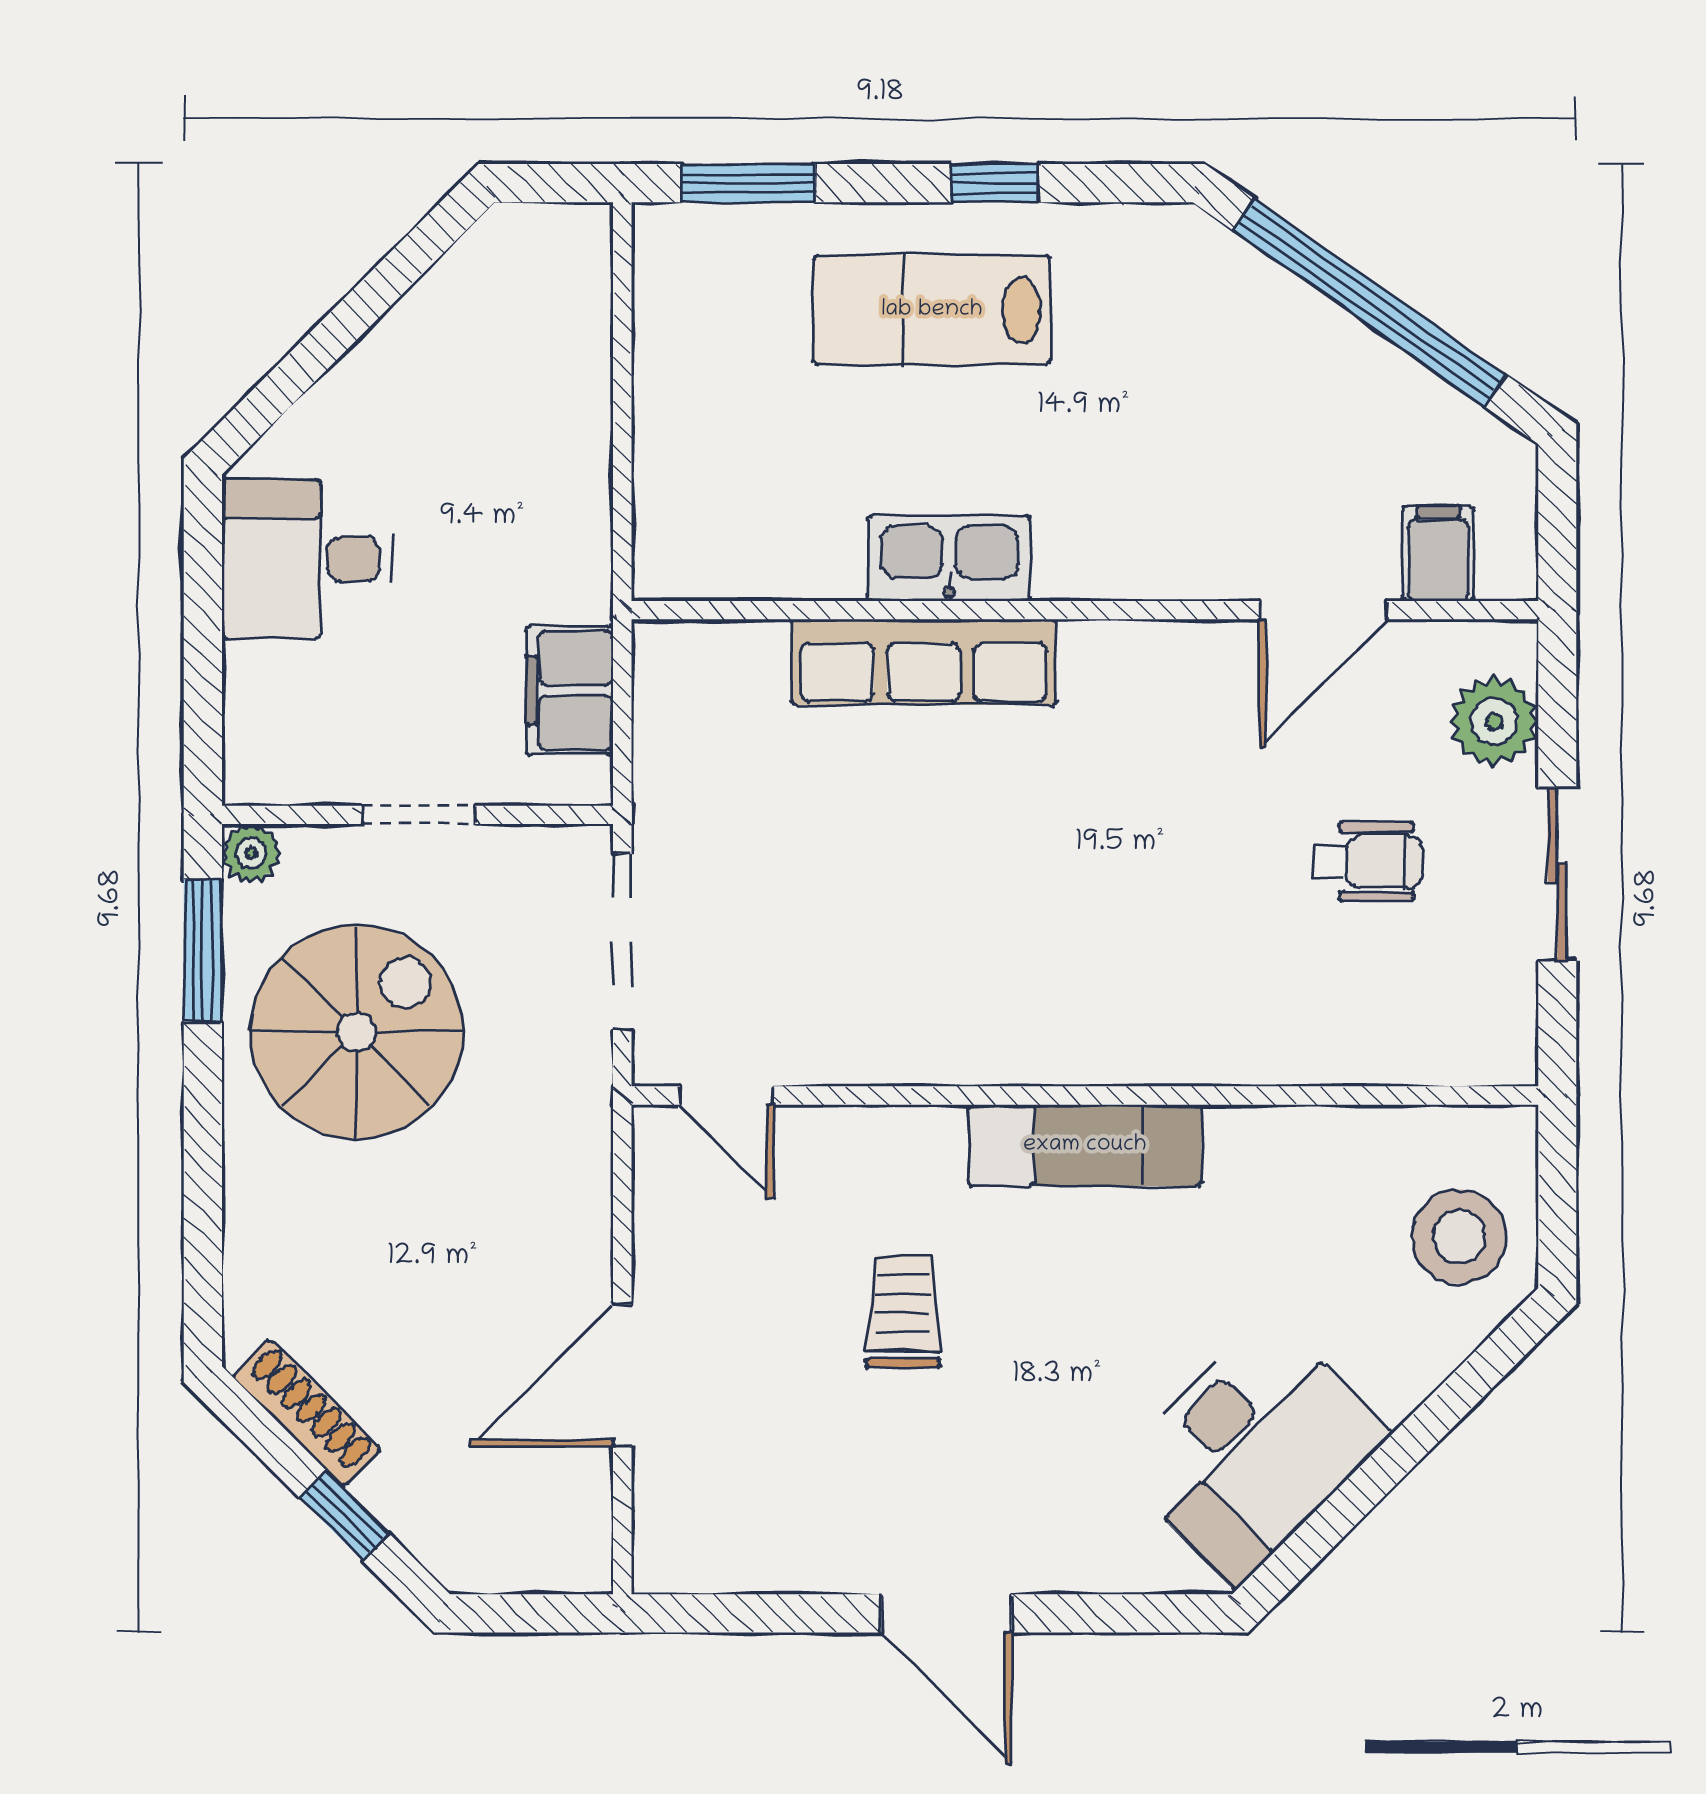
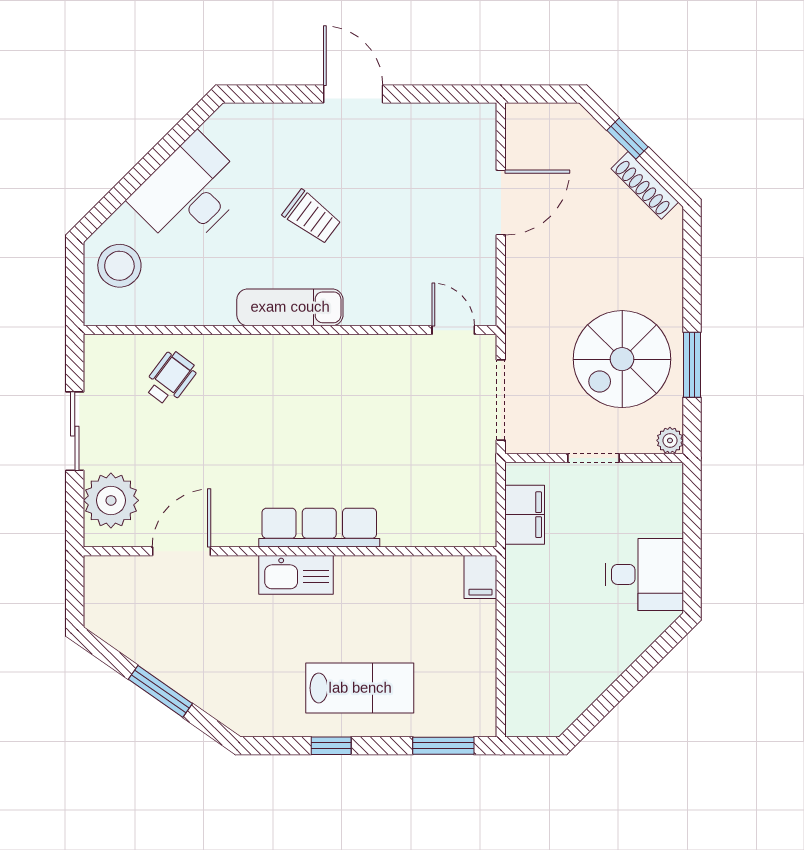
window: (1369, 303) -> (160, 691), width x0.47
filing cabinet: (1438, 554) -> (480, 577), moved
kitchen sink: (949, 558) -> (296, 575), moved
row of seats: (924, 662) -> (319, 528), moved
plant: (1494, 721) -> (111, 500), width x1.36, depth x1.36
wheelchair: (1368, 862) -> (170, 378), moved, turned 127
window: (203, 950) -> (692, 365), moved
trolley: (903, 1312) -> (312, 217), moved, turned -53
desk: (1253, 1450) -> (189, 193), moved

